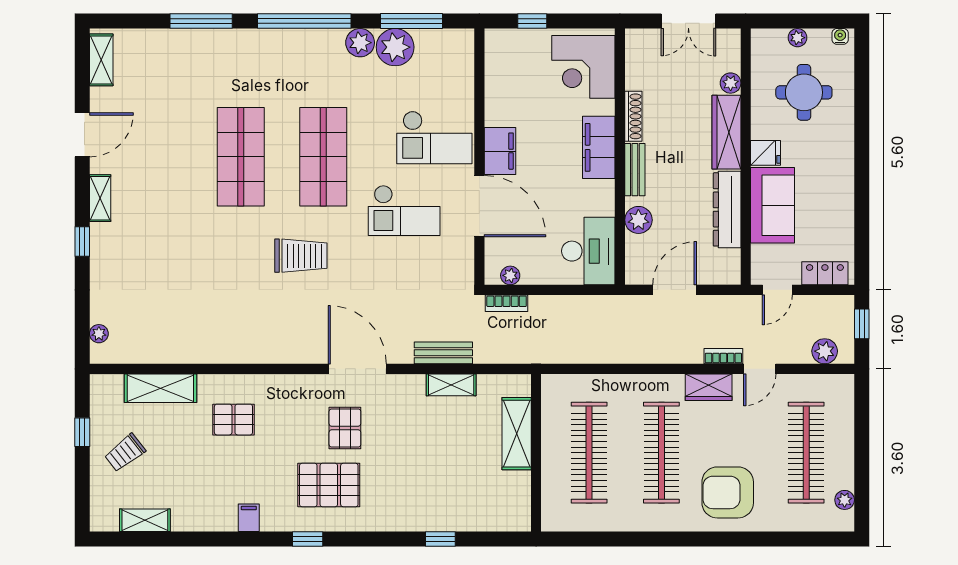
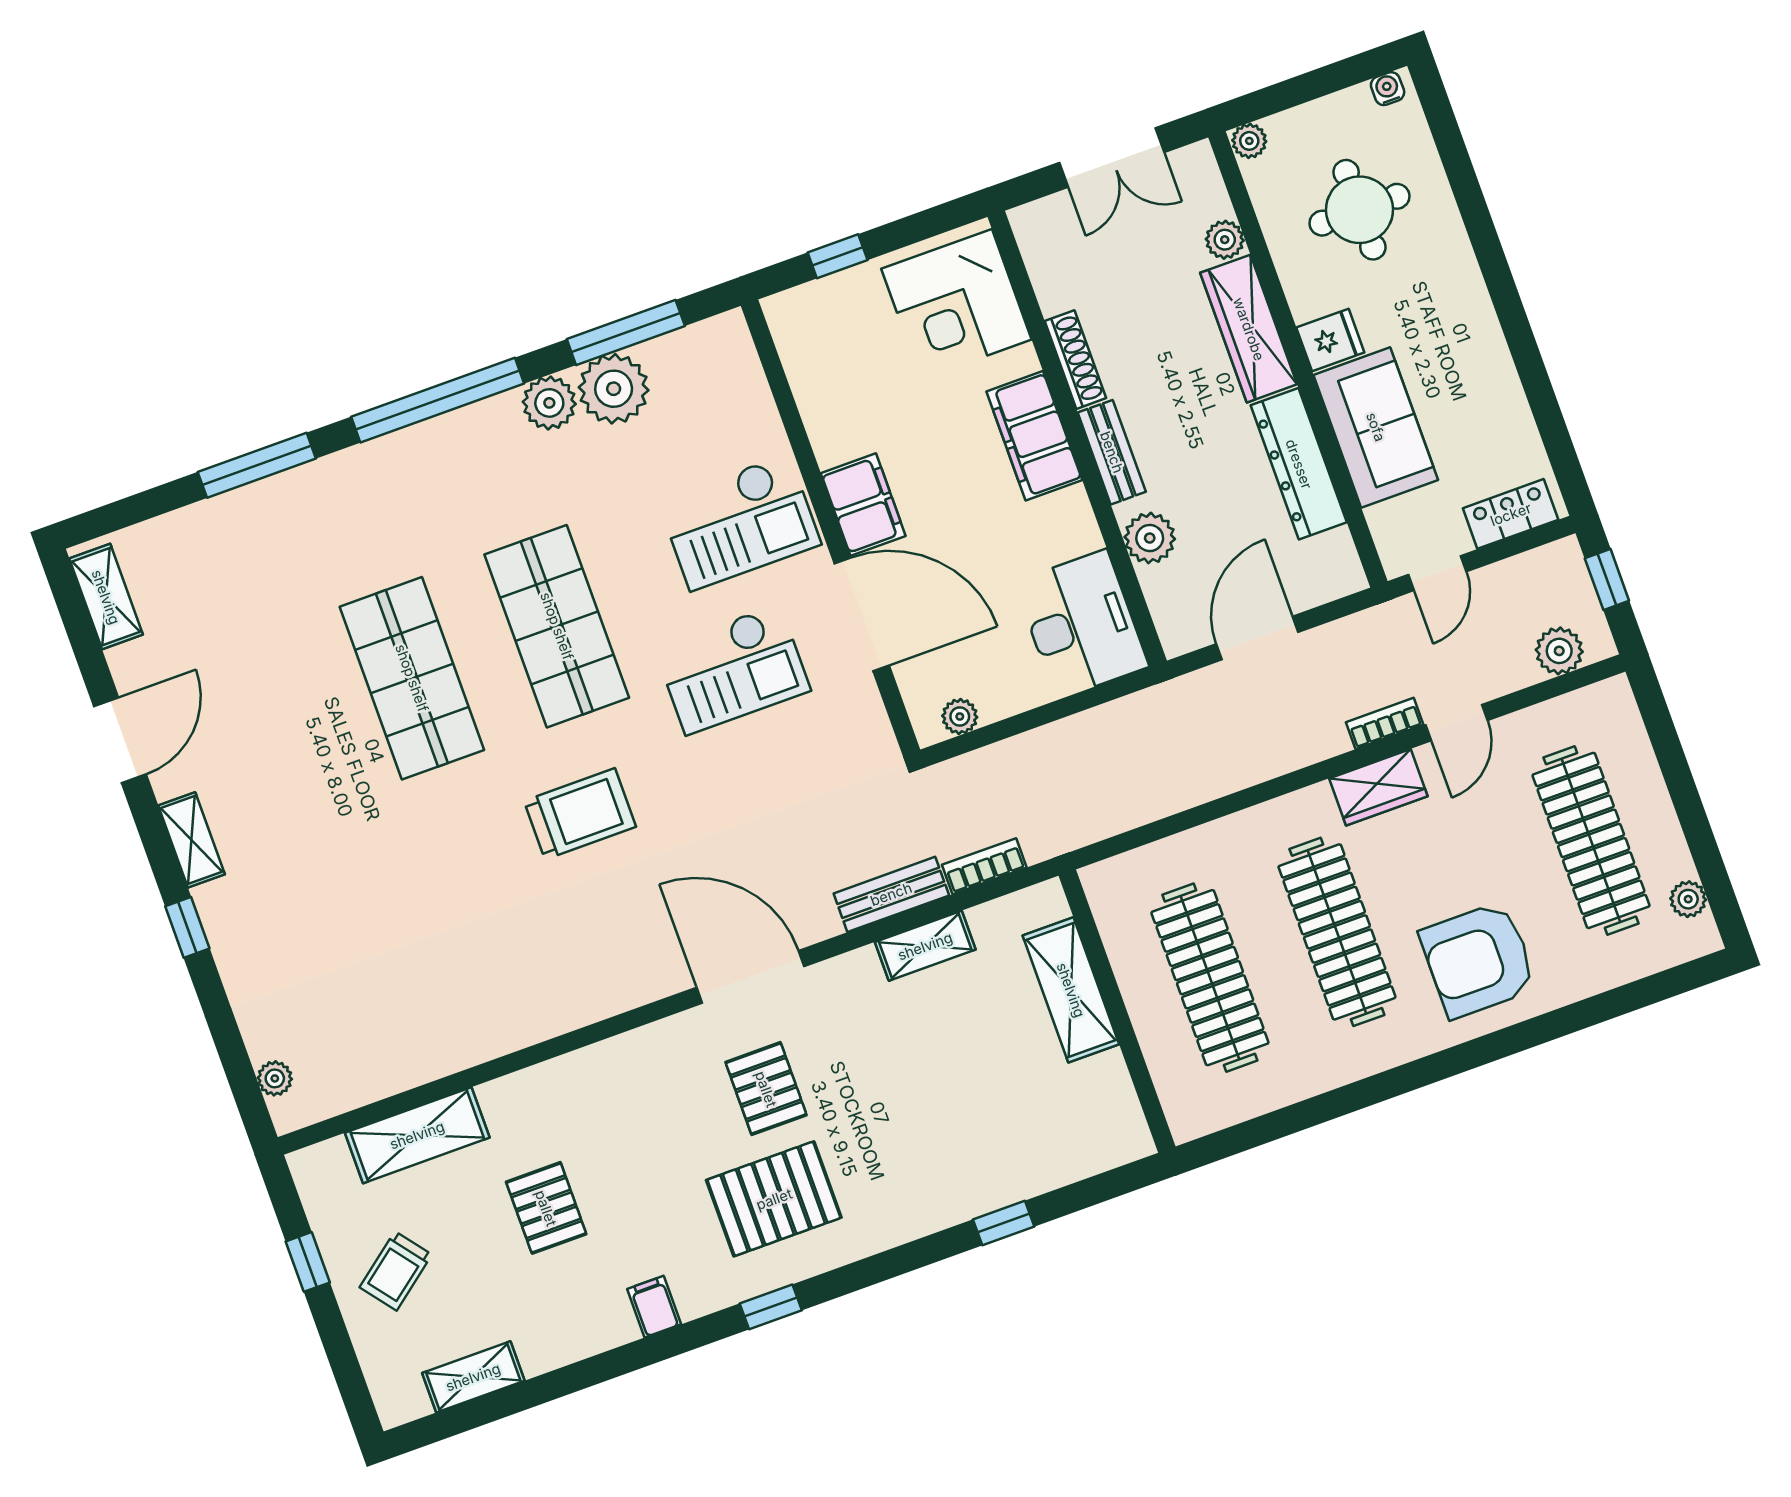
plant: (798, 38) -> (1249, 141), moved
bookcase: (507, 303) -> (984, 866), moved, turned 180
pallet: (233, 420) -> (546, 1208), moved, turned 90

